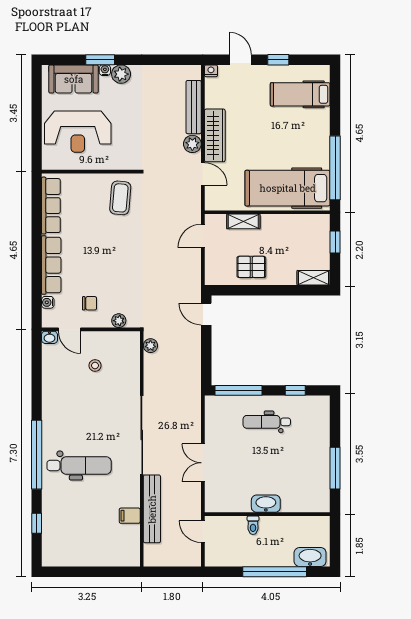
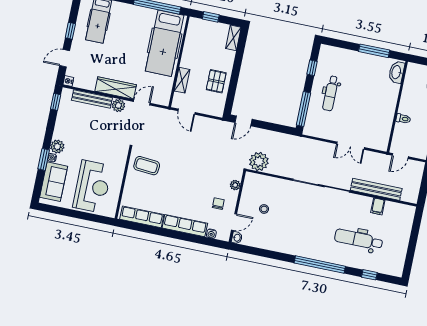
window: (180, 60) -> (56, 102), added
plant: (150, 346) -> (259, 162), width x1.88, depth x1.88
dental chair: (79, 466) -> (359, 239), moved, turned -90
washbasin: (266, 504) -> (397, 72), moved

